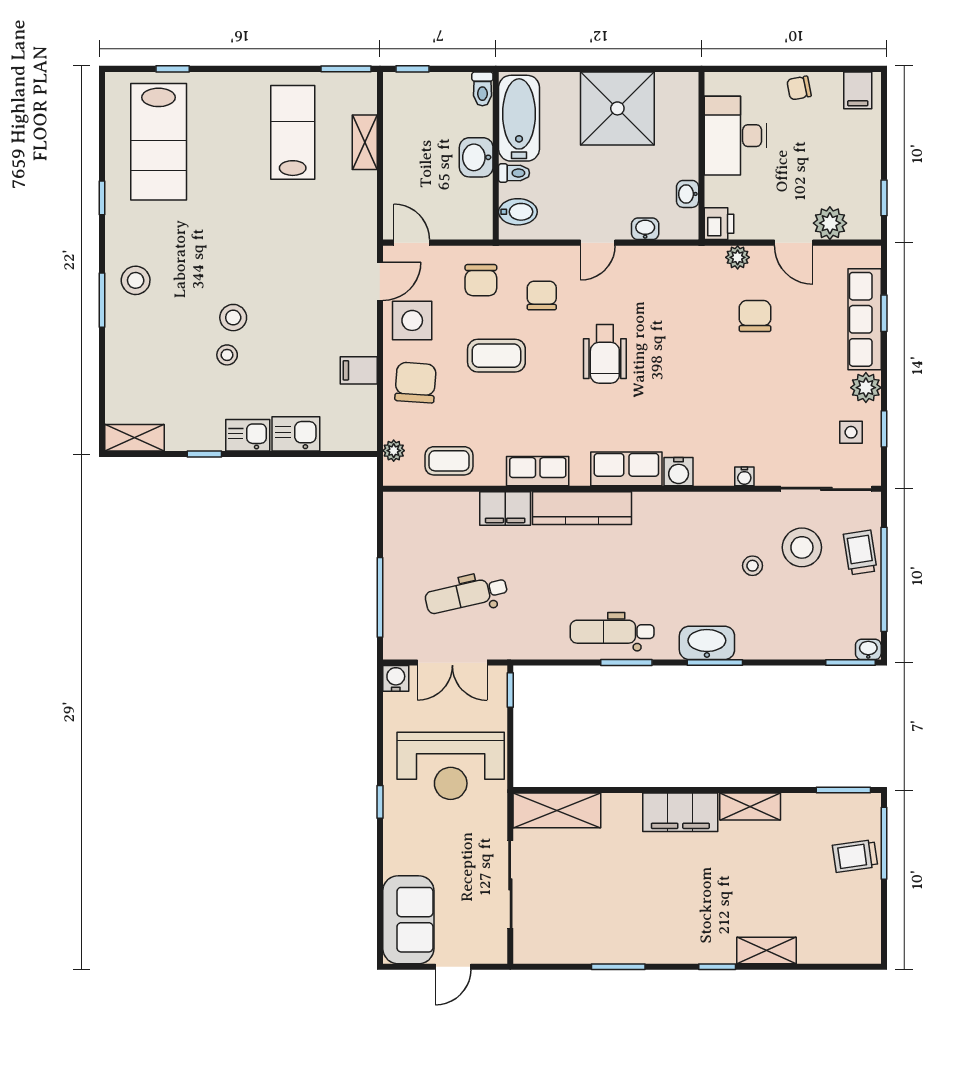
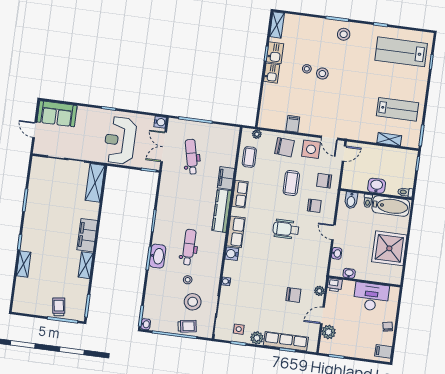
kitchen sink: (296, 434) -> (275, 53), moved
dental chair: (612, 632) -> (189, 247), moved

